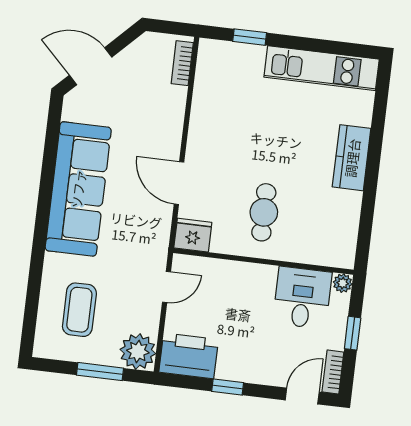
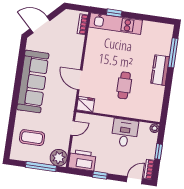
kitchen unit: (322, 68) -> (116, 24), moved
window: (378, 120) -> (173, 53), added
cafe table: (264, 212) -> (124, 85), moved
desk: (302, 298) -> (125, 133), moved
coffee table: (79, 310) -> (32, 138), turned 90
window: (100, 372) -> (41, 167), width x1.44

